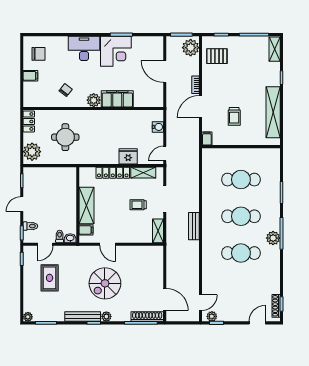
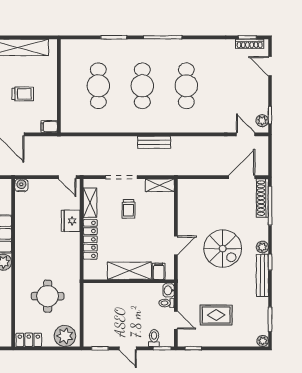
water cooler: (158, 127) -> (21, 185), moved
plant: (273, 238) -> (168, 47), removed

